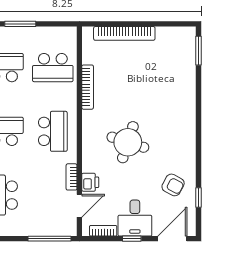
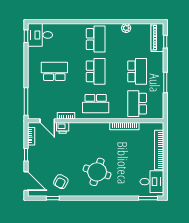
round table: (128, 142) -> (97, 172), moved
desk: (135, 218) -> (152, 182), moved, turned 180

